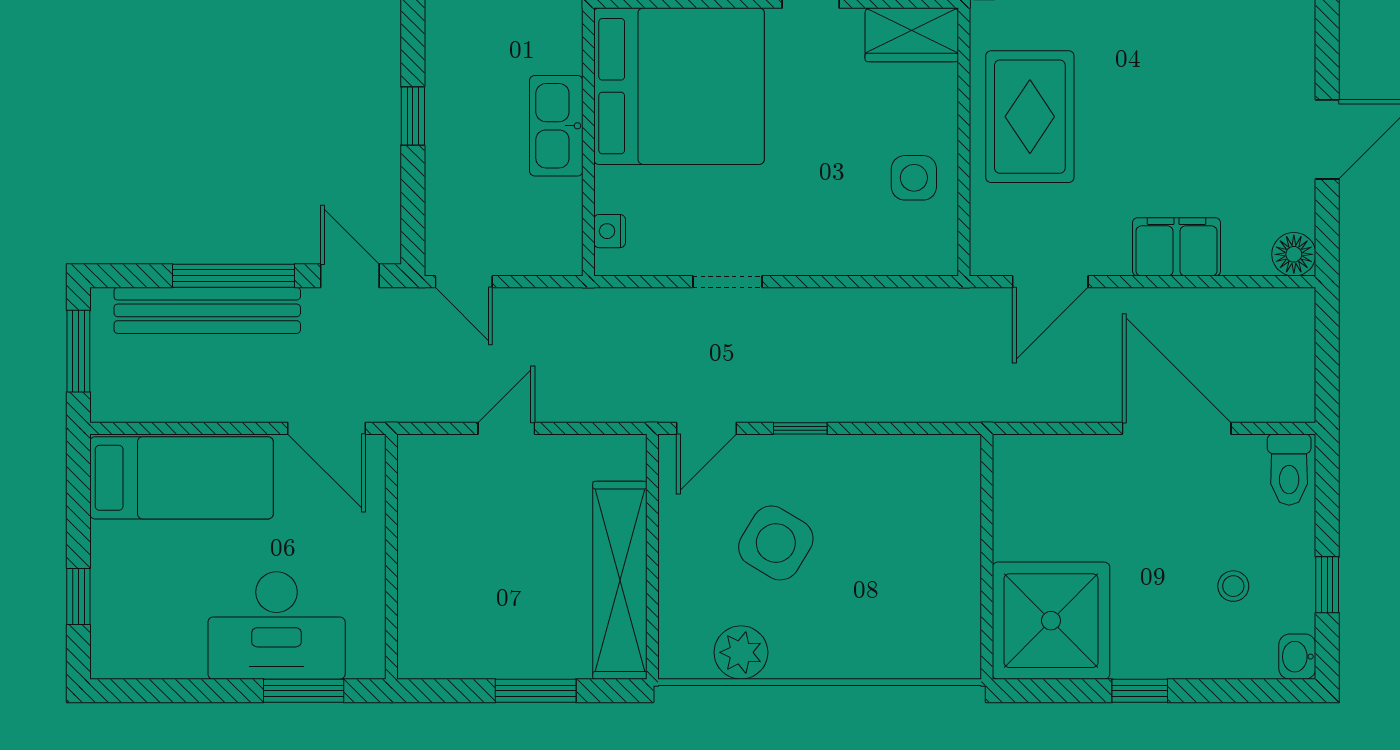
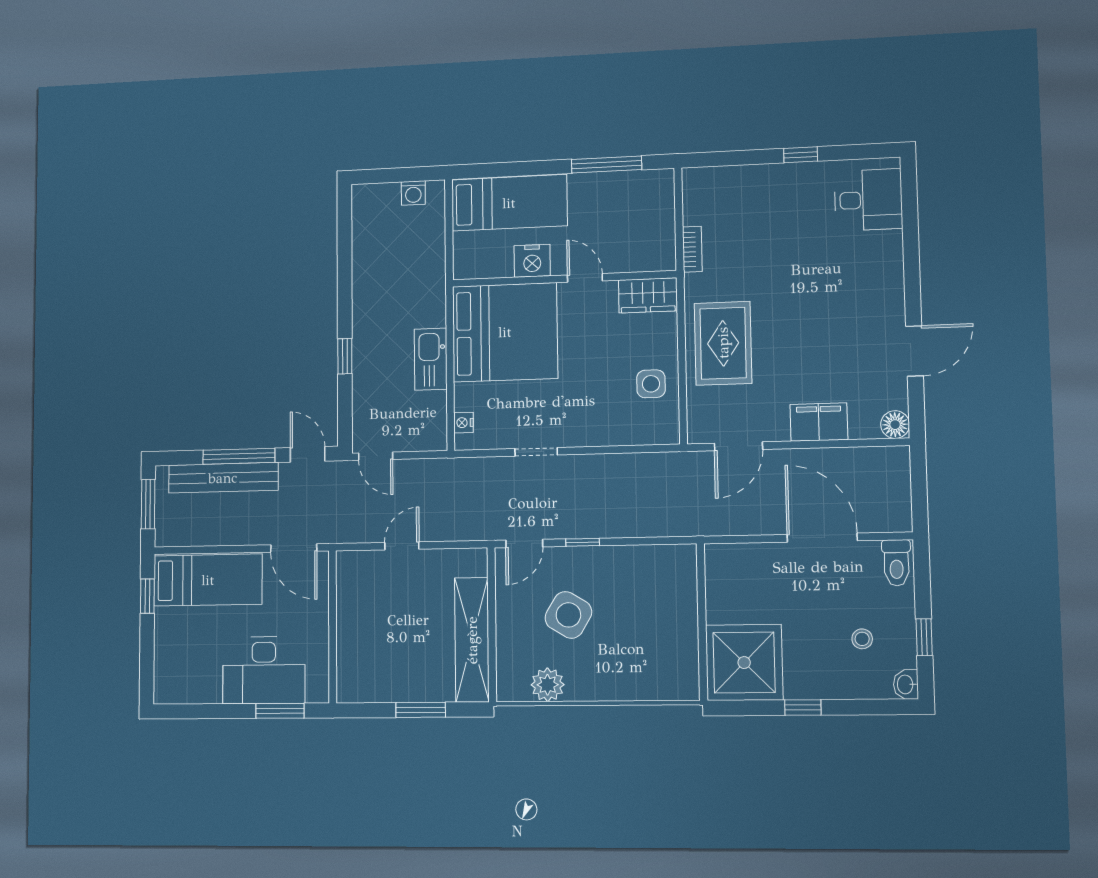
window: (78, 596) -> (147, 596), moved

